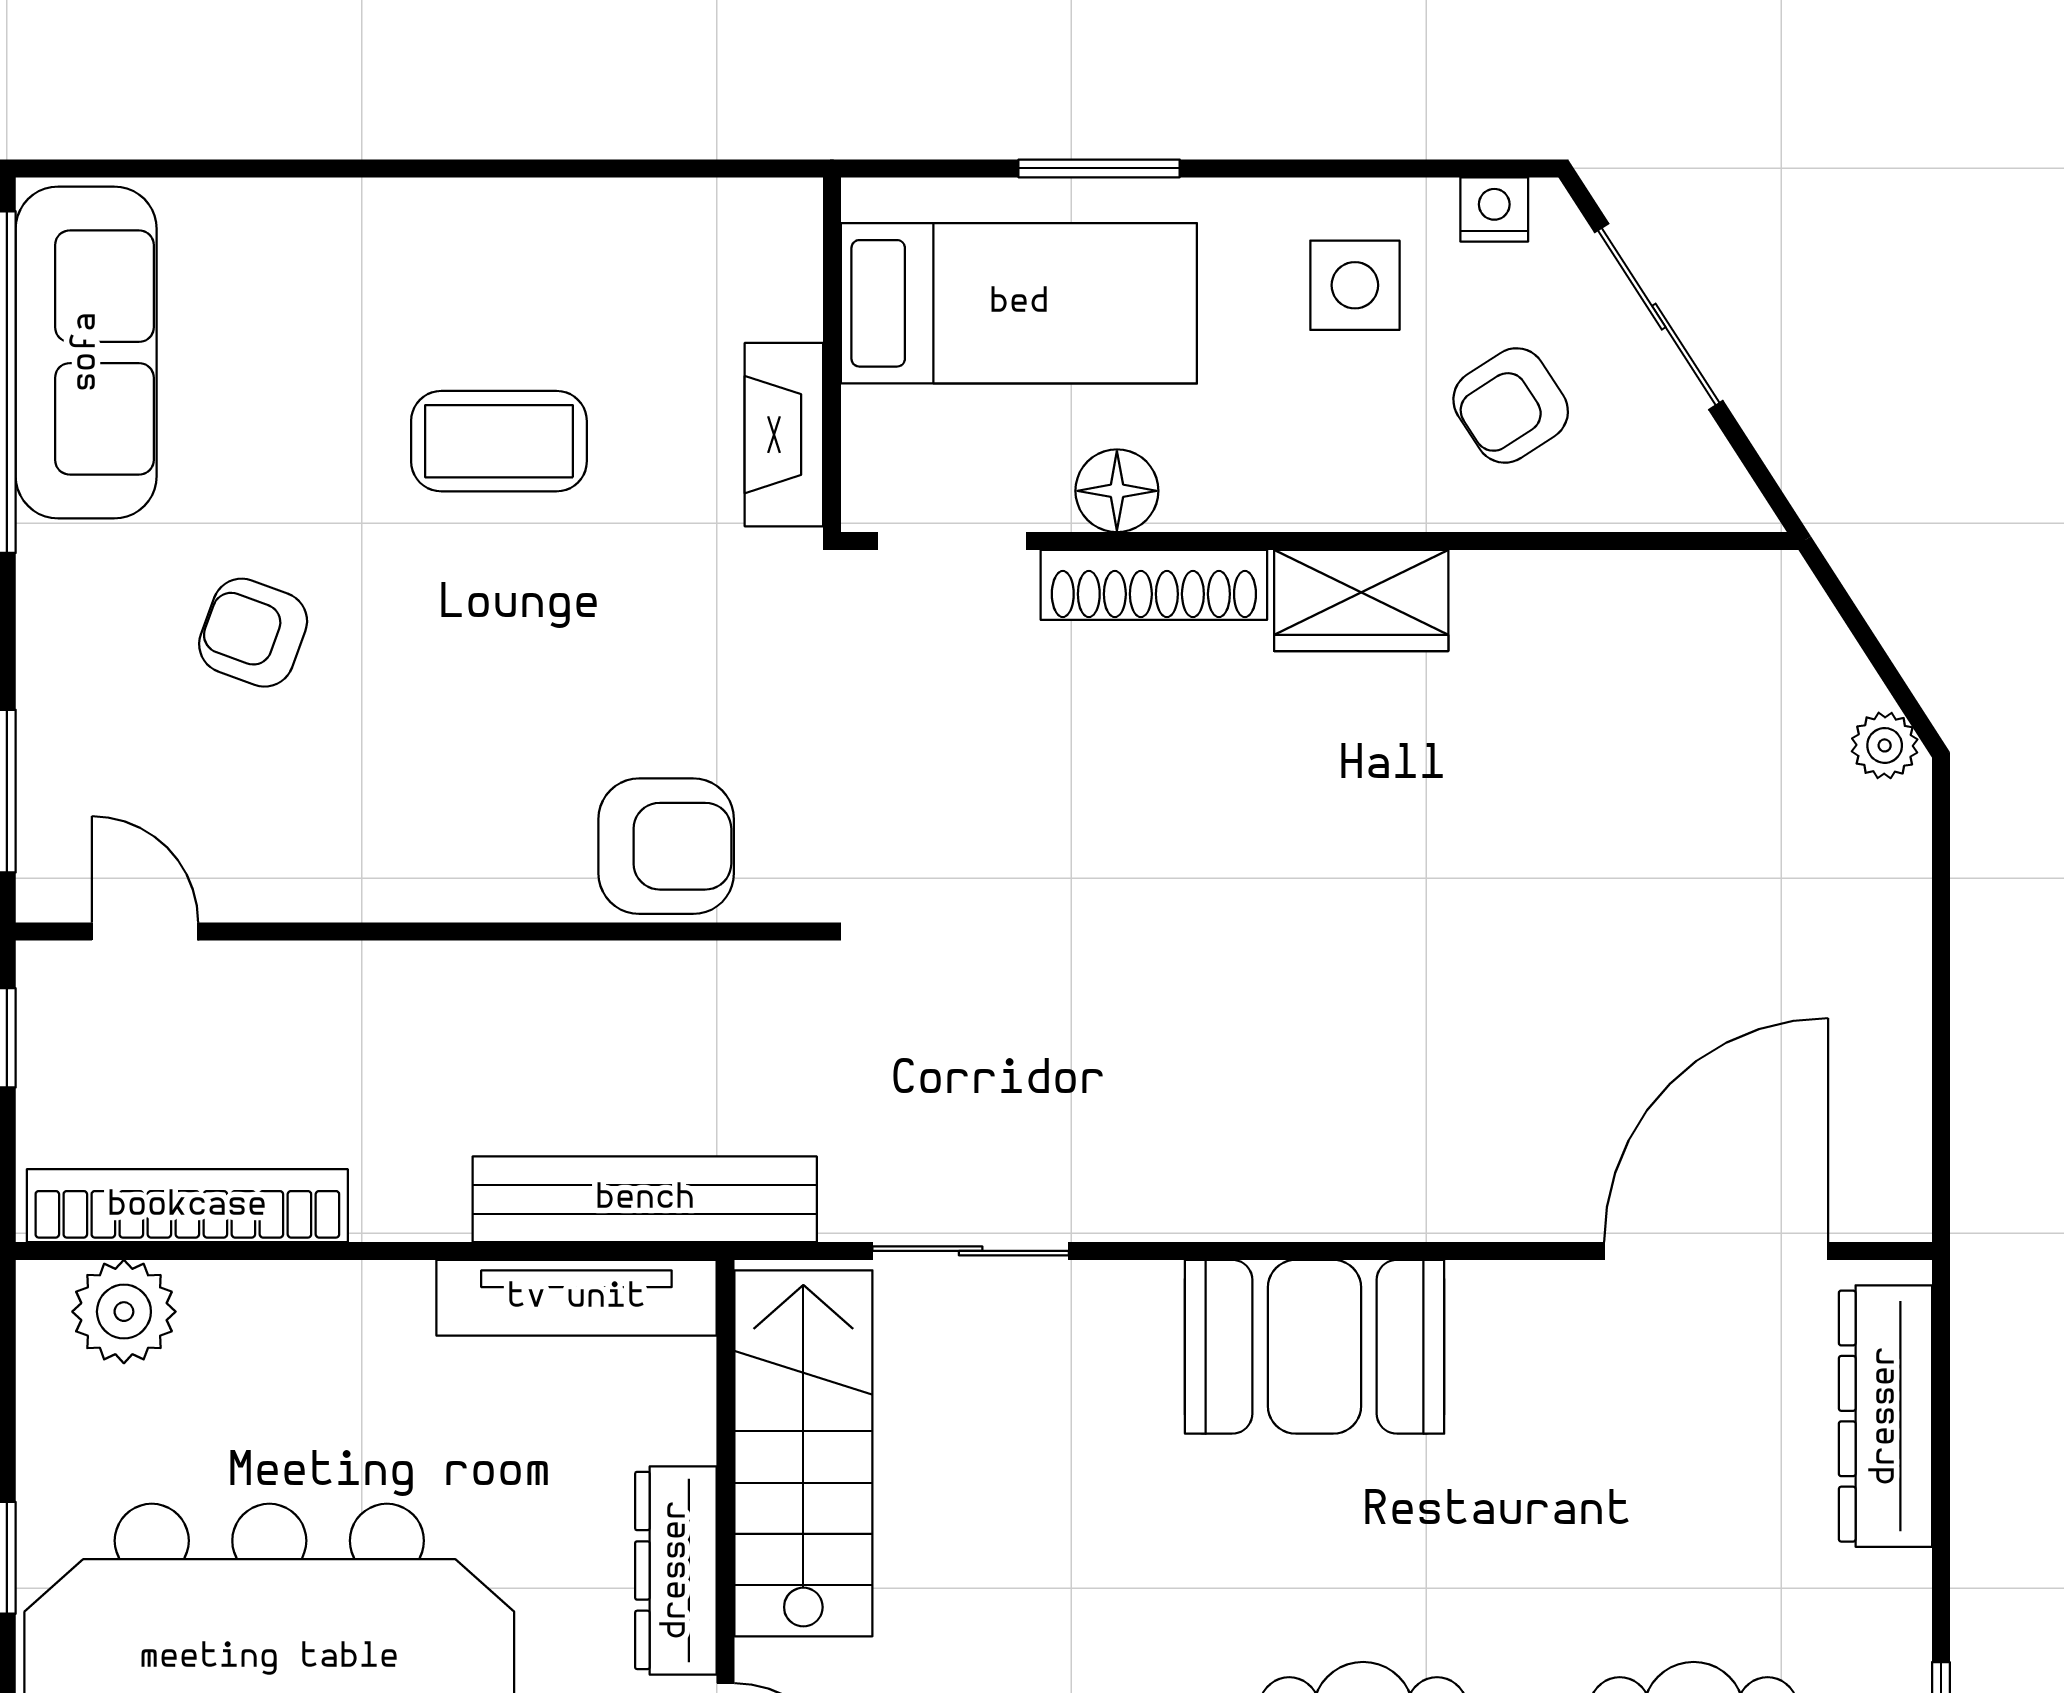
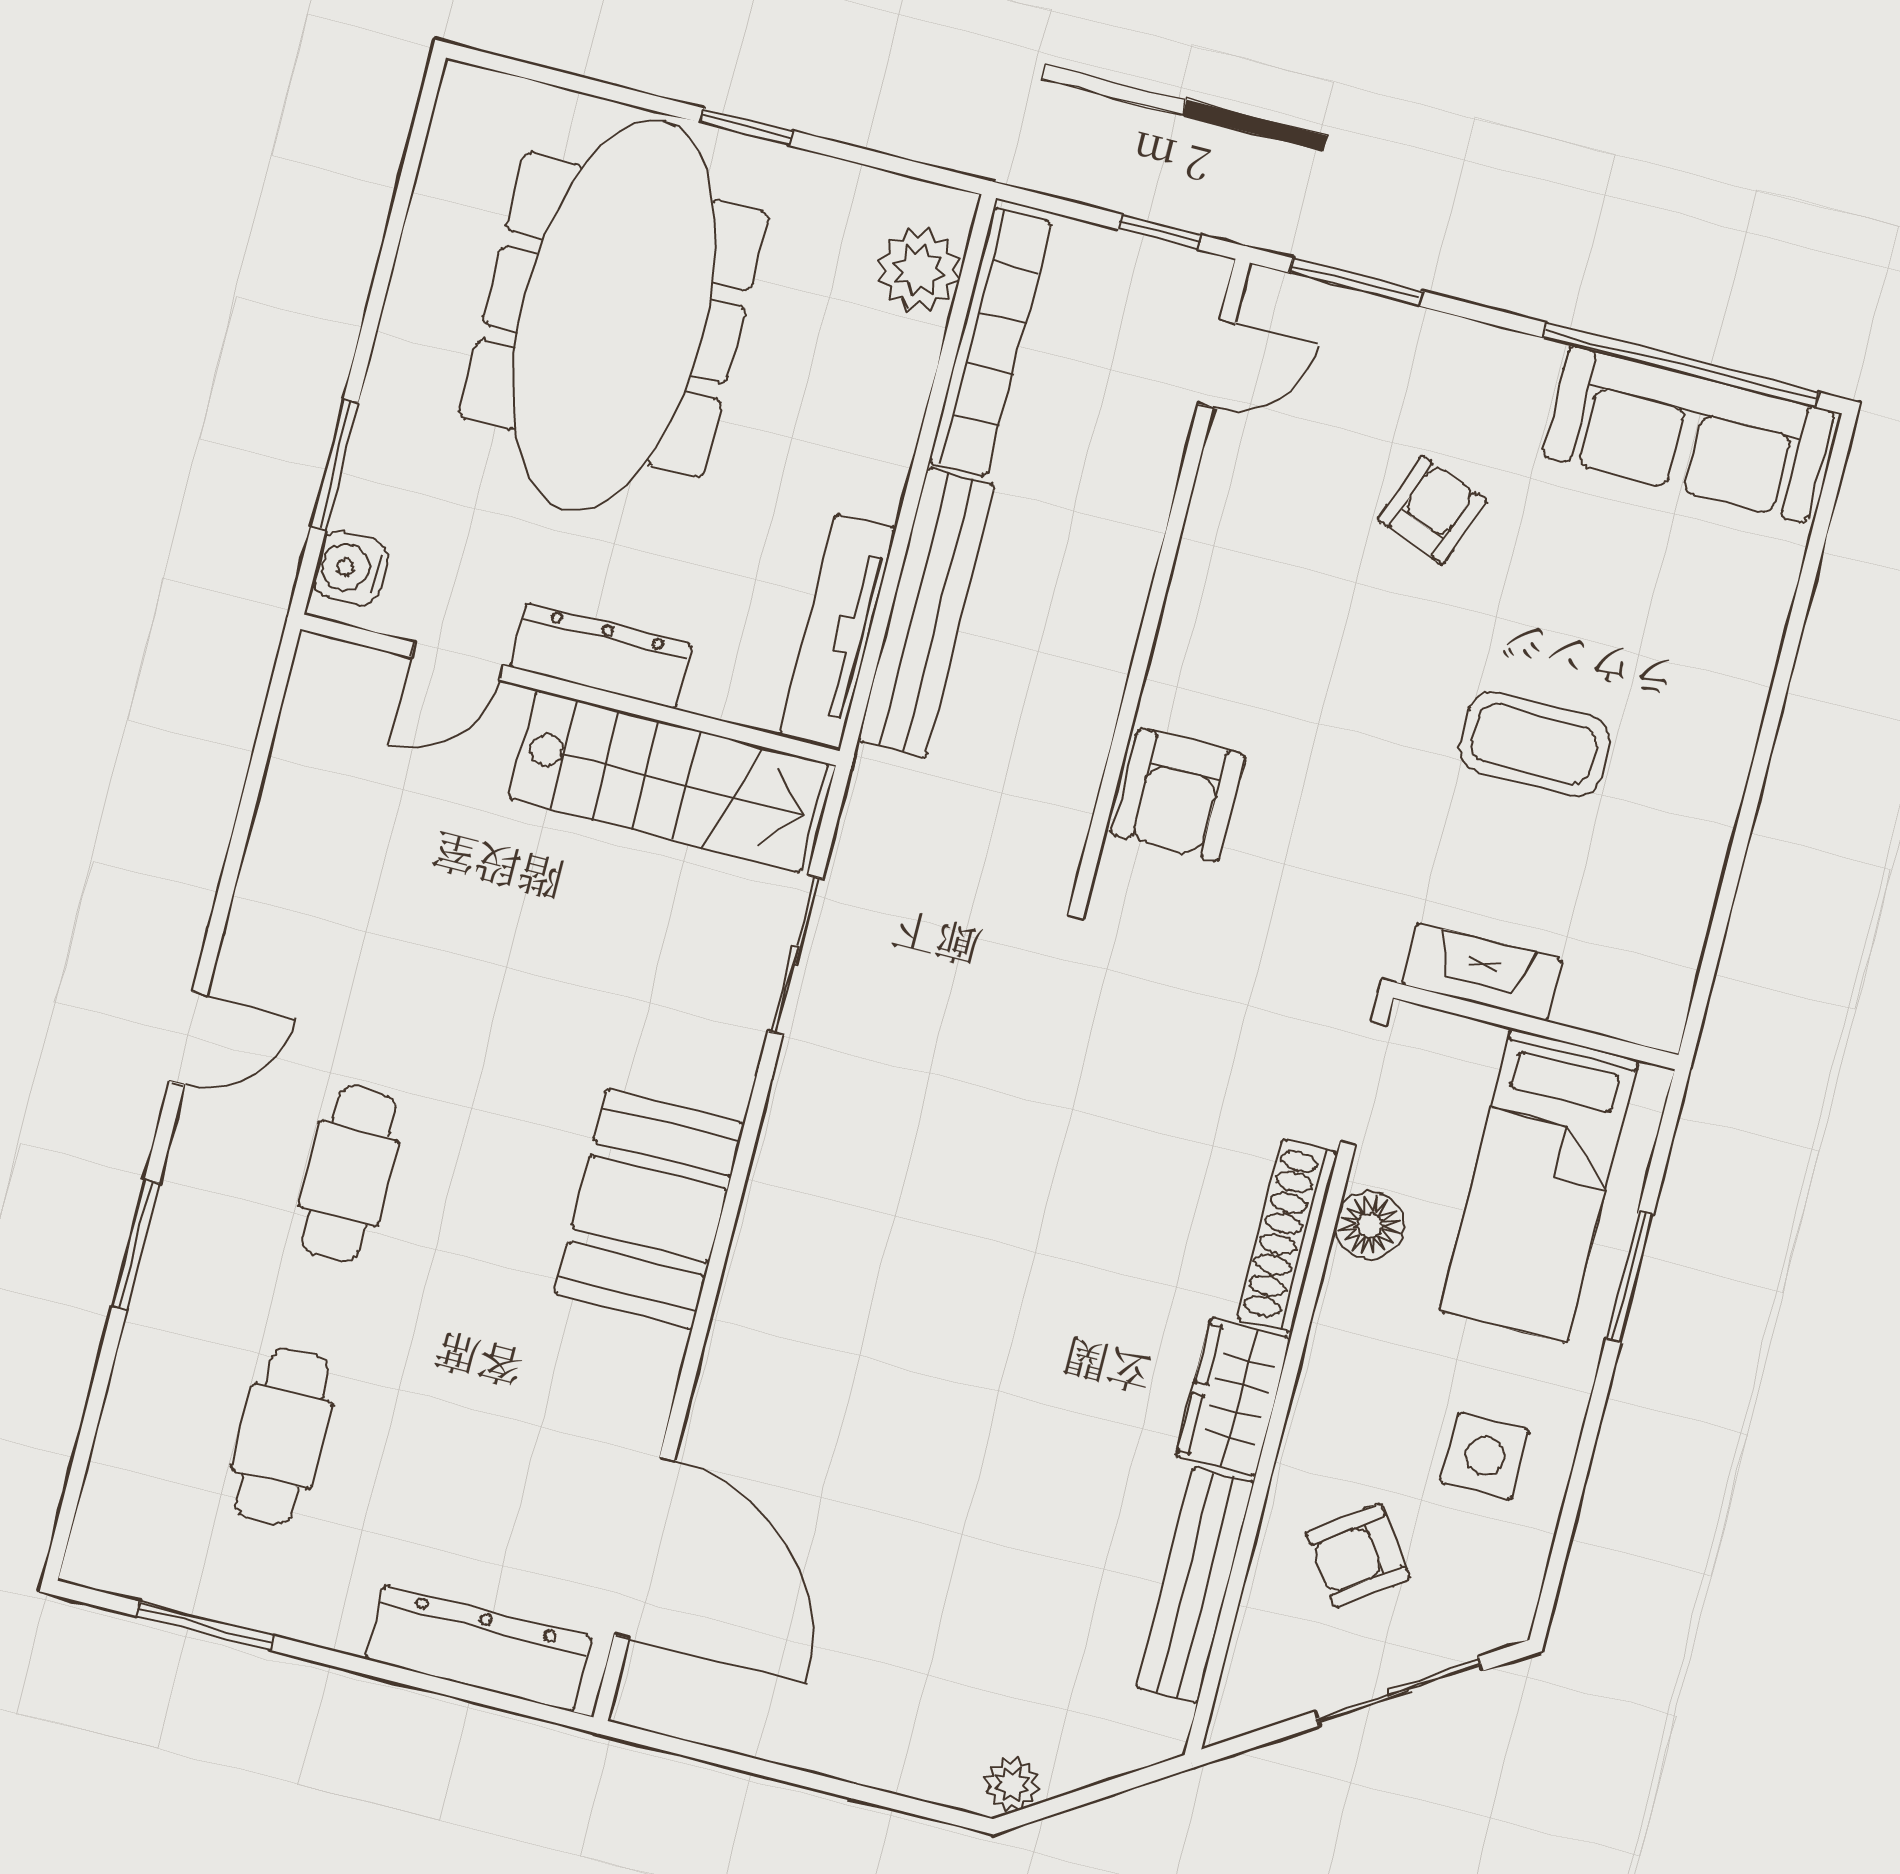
nightstand: (1494, 209) -> (1517, 1582), removed
armchair: (1511, 405) -> (1358, 1556), turned -93
coffee table: (499, 441) -> (1535, 744), turned 90
bench: (1595, 589) -> (1195, 1585), added
bench: (645, 1199) -> (926, 613), moved

